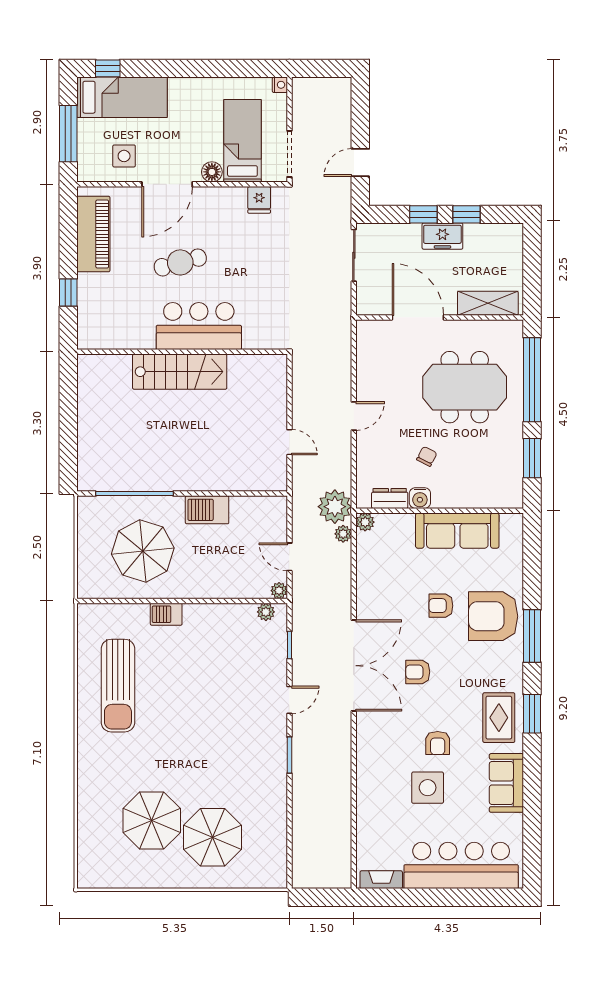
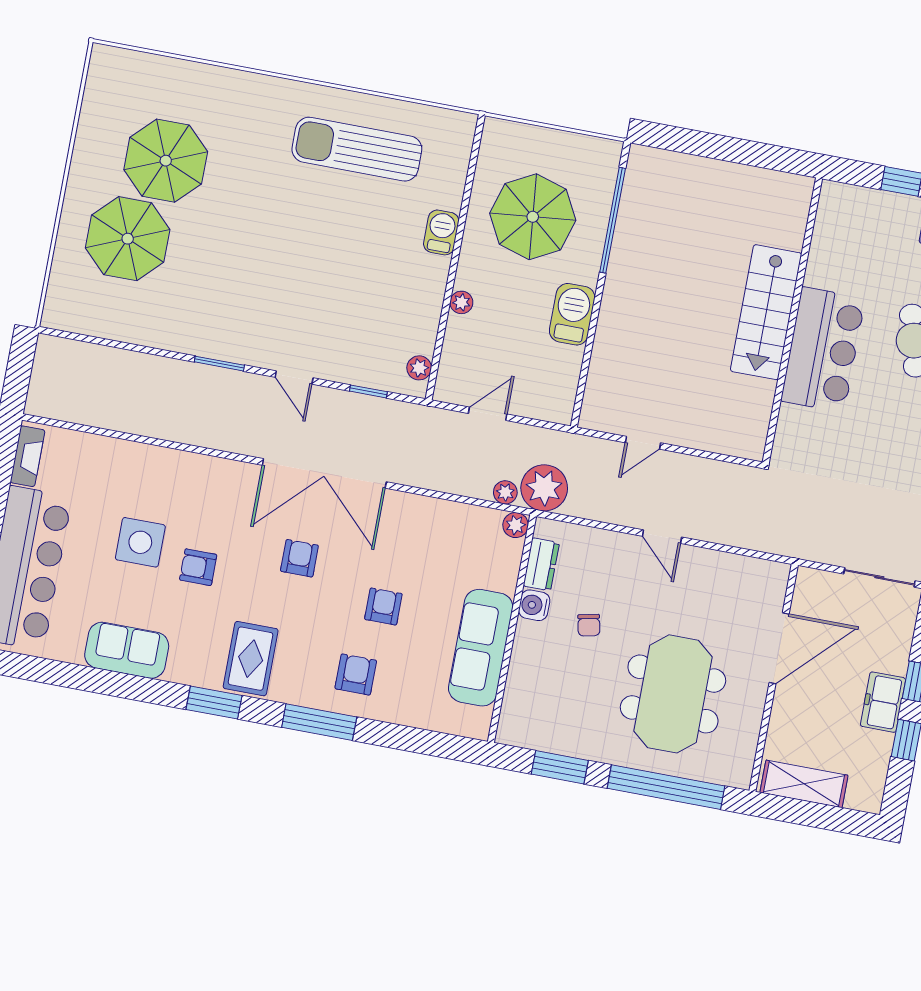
shelving: (488, 303) -> (804, 784), moved, turned 90
chair: (427, 456) -> (589, 625), turned 51
plant: (279, 591) -> (461, 302), moved
armchair: (493, 616) -> (356, 675), width x0.53, depth x0.53
rug: (499, 718) -> (251, 659), moved, turned 90

